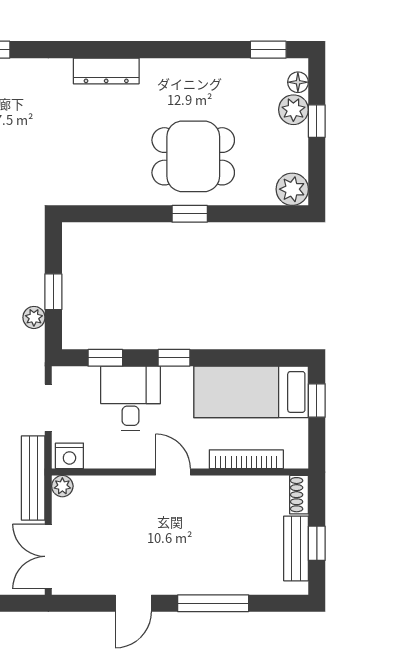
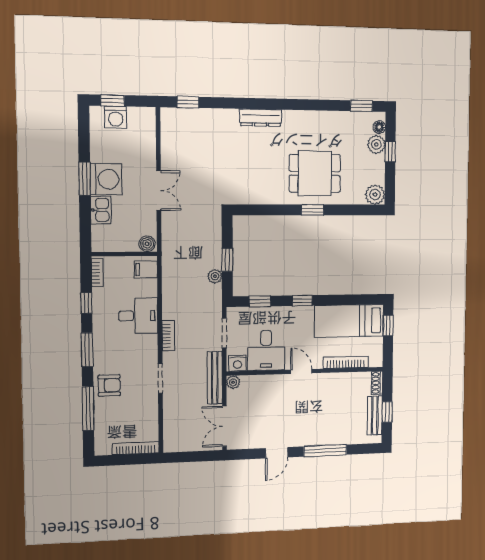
desk: (131, 398) -> (266, 350), moved, turned 180

